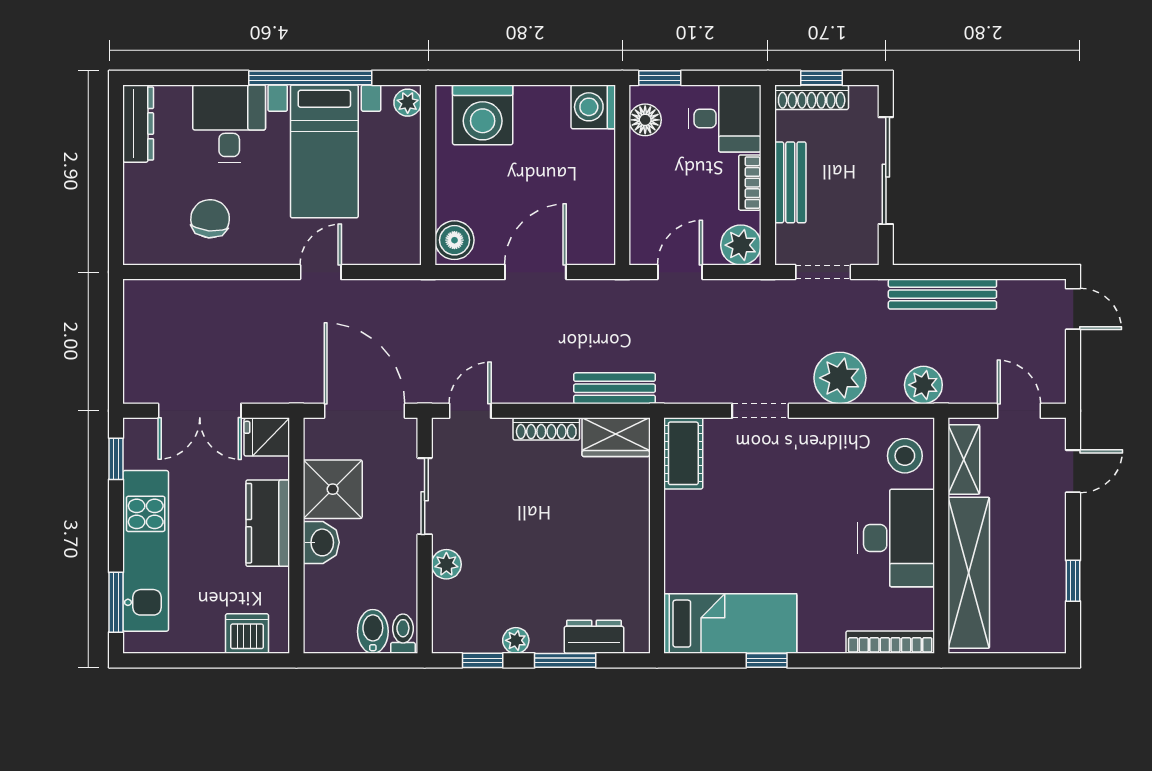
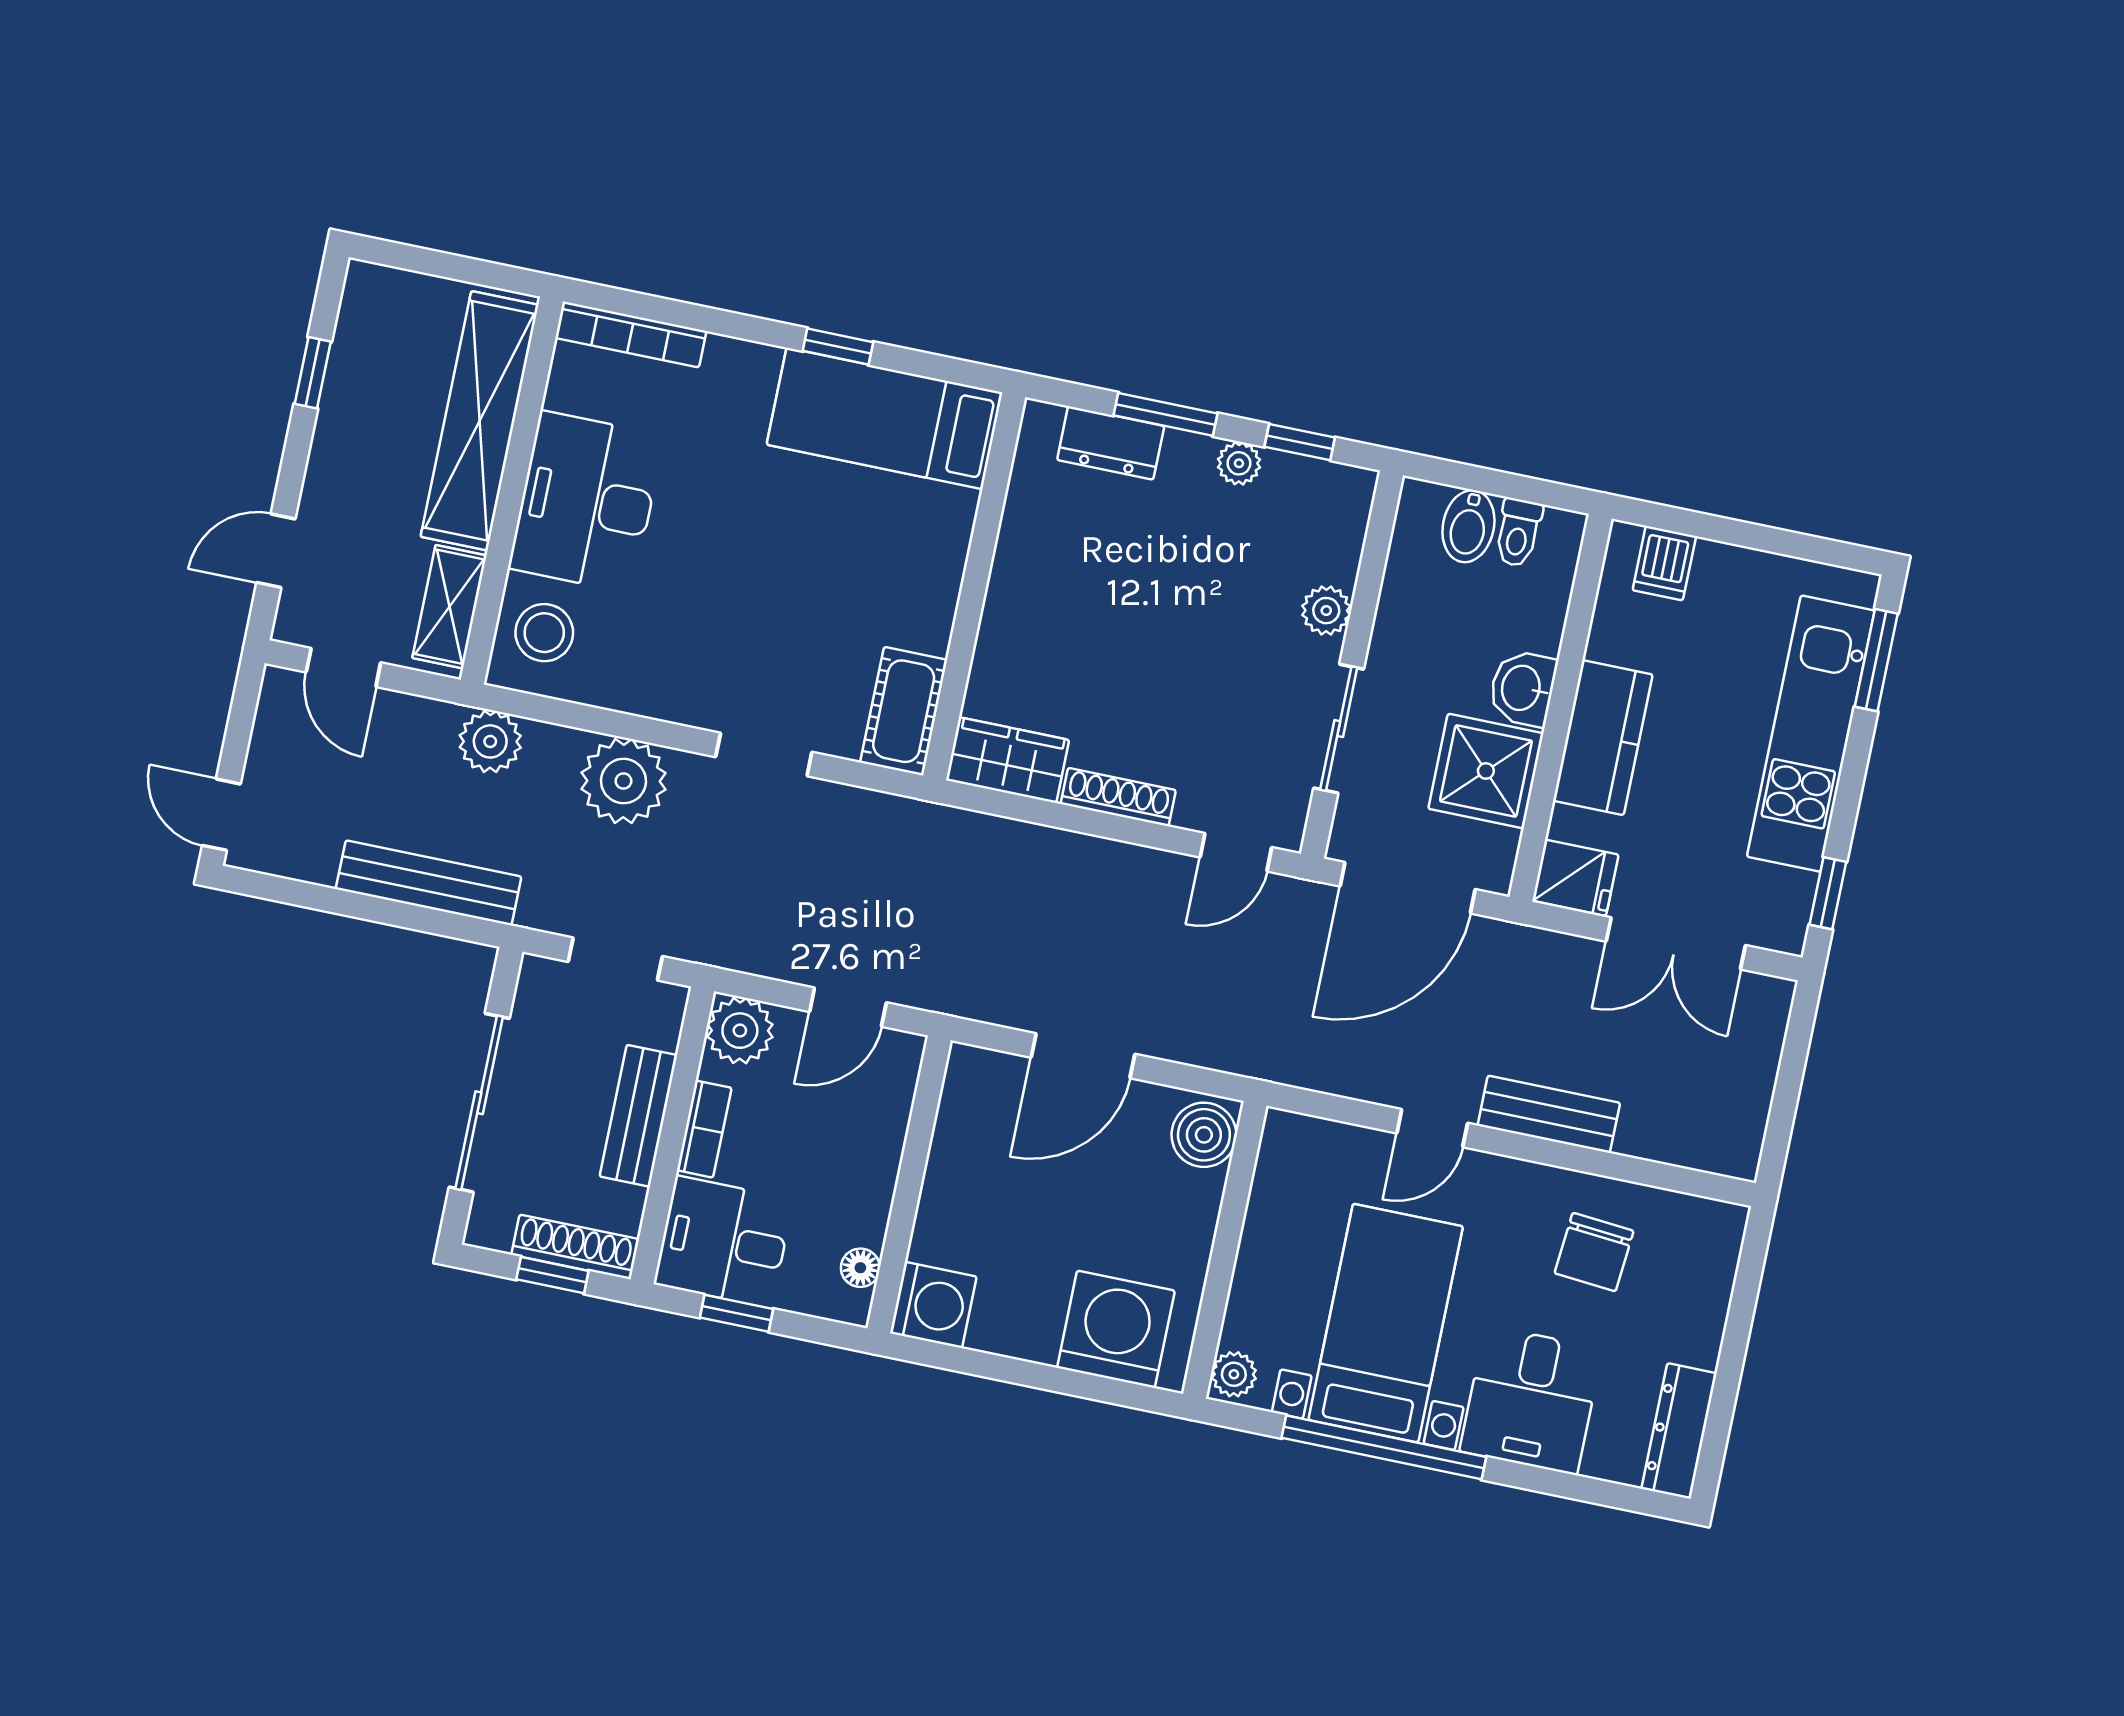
window: (660, 78) -> (737, 1313), moved
floor lamp: (645, 120) -> (860, 1268), width x0.73, depth x0.73
bench: (614, 388) -> (1549, 1114), moved
double door: (200, 411) -> (1676, 943), swing flipped
door: (365, 411) -> (1408, 888), hinge flipped
dishwasher: (247, 634) -> (1664, 563), width x0.73
toilet: (403, 634) -> (1518, 533), moved

